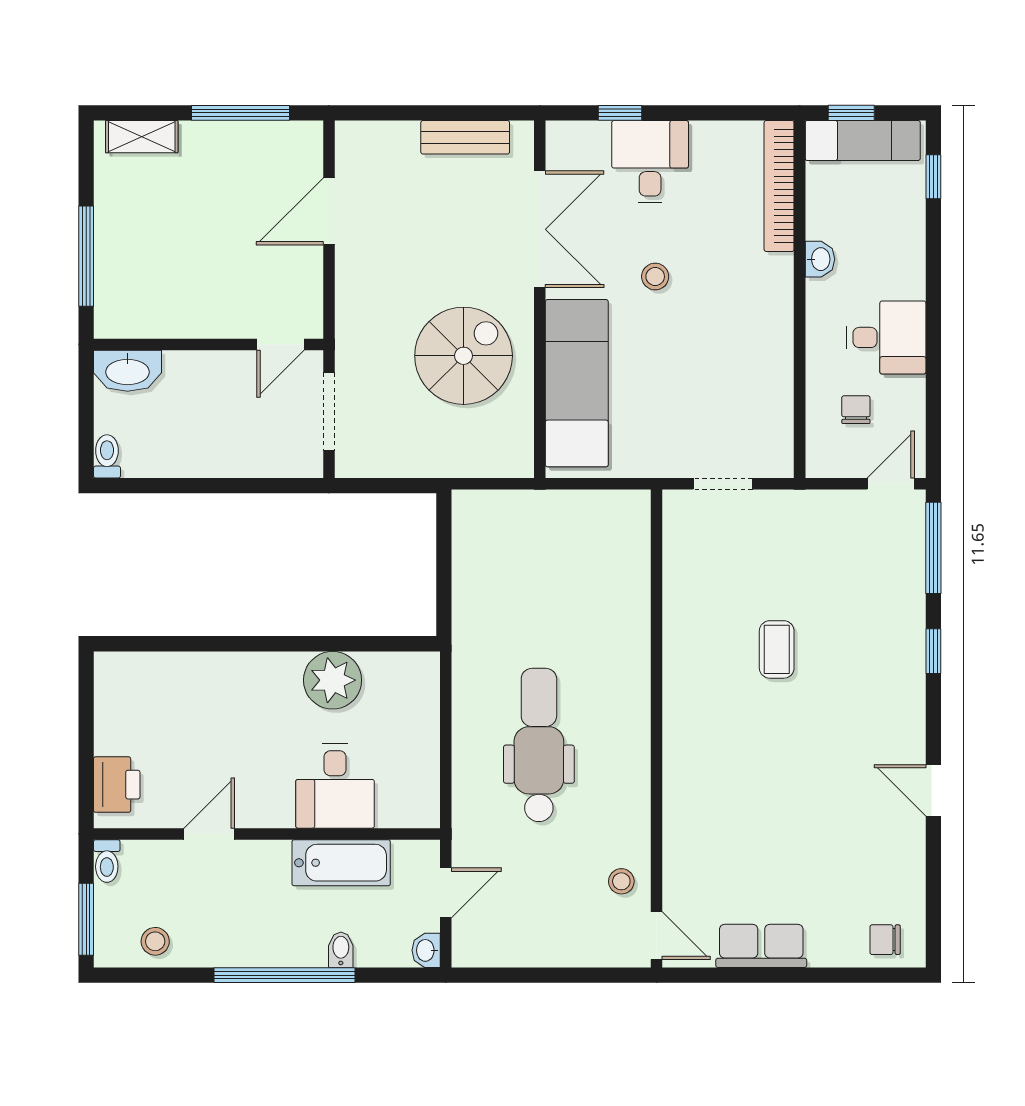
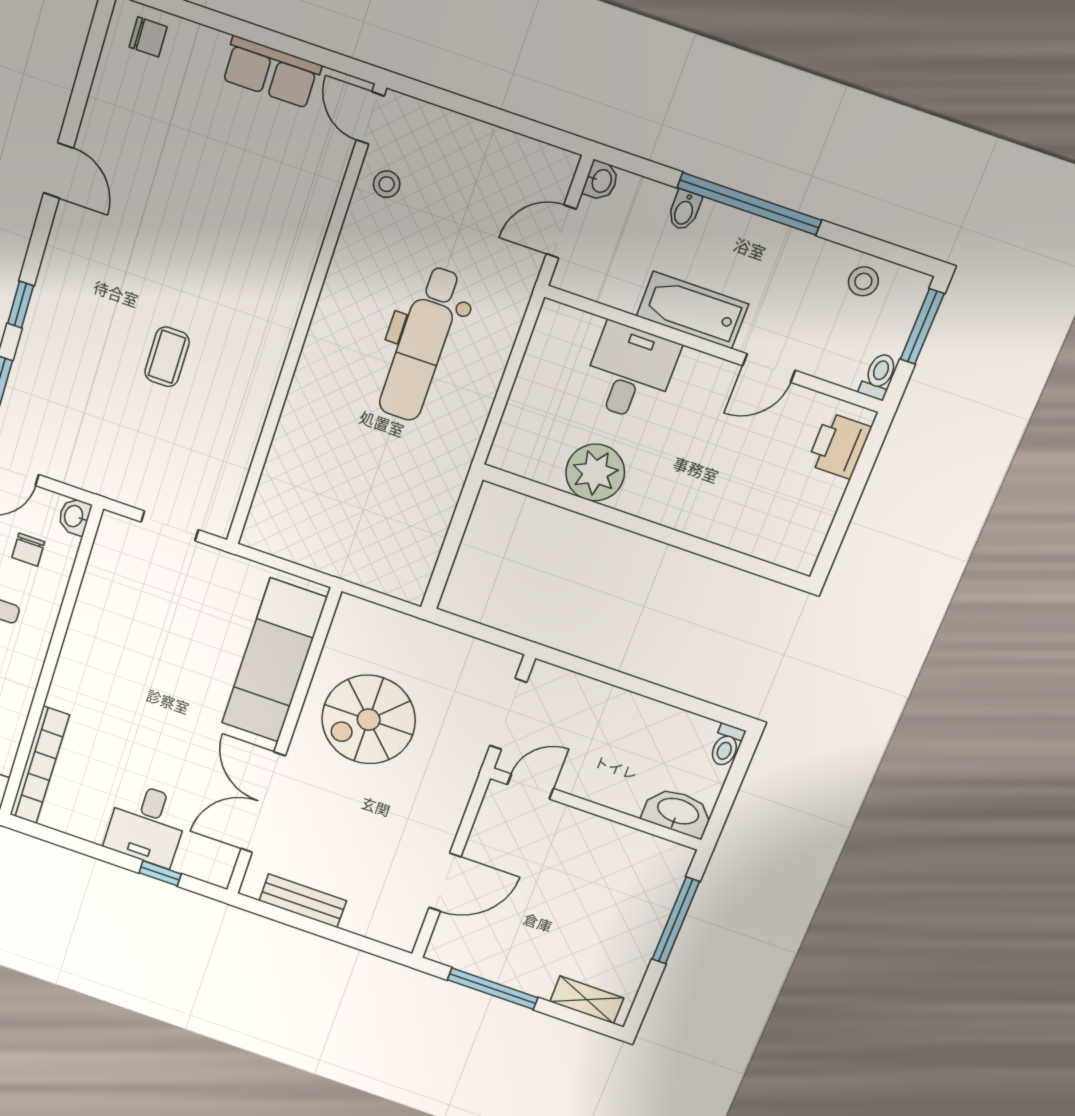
washbasin: (820, 259) -> (74, 516), moved
stool: (655, 277) -> (173, 727), removed
bathtub: (341, 863) -> (692, 310), moved

